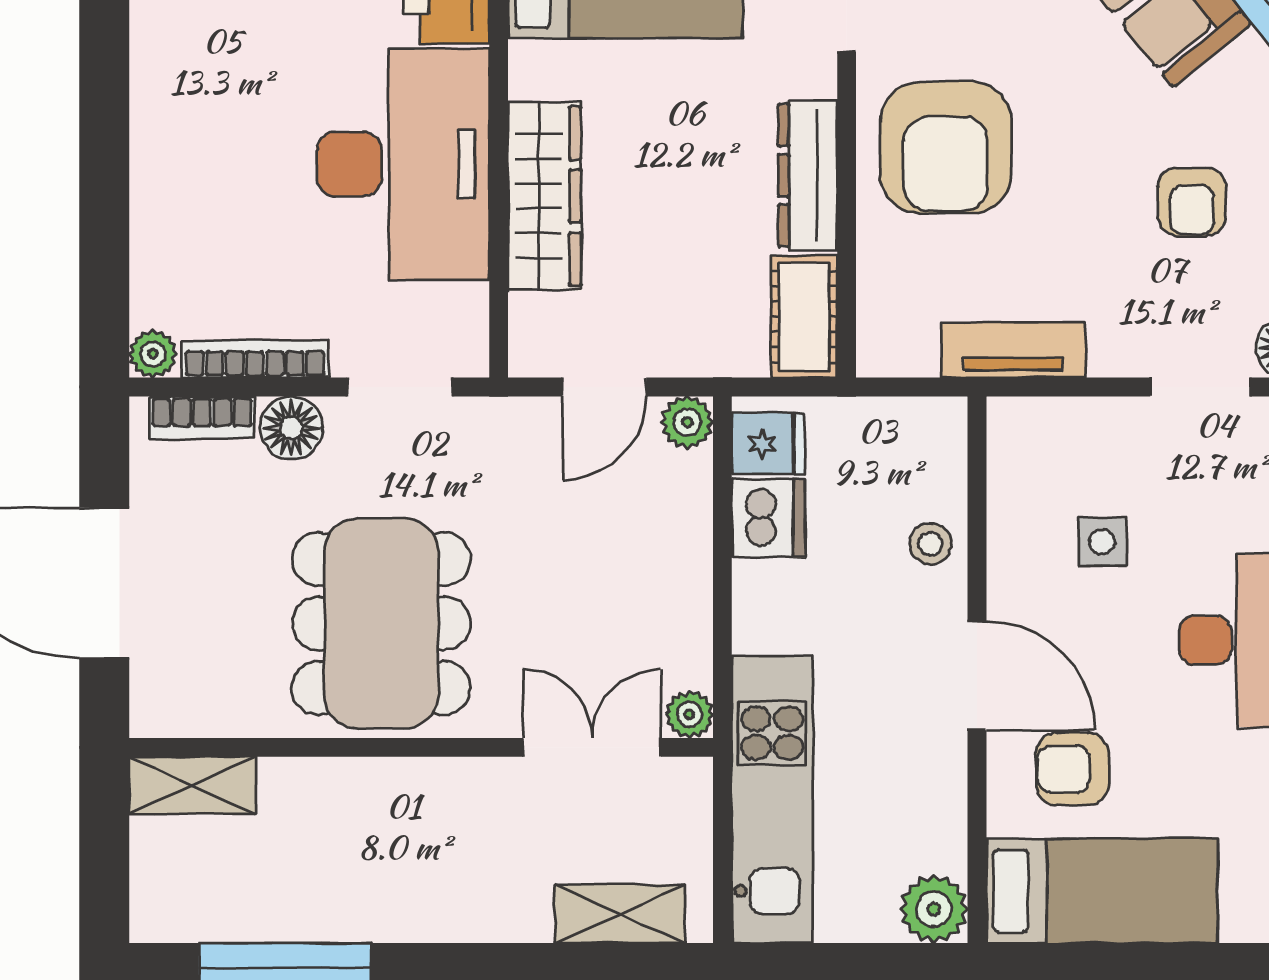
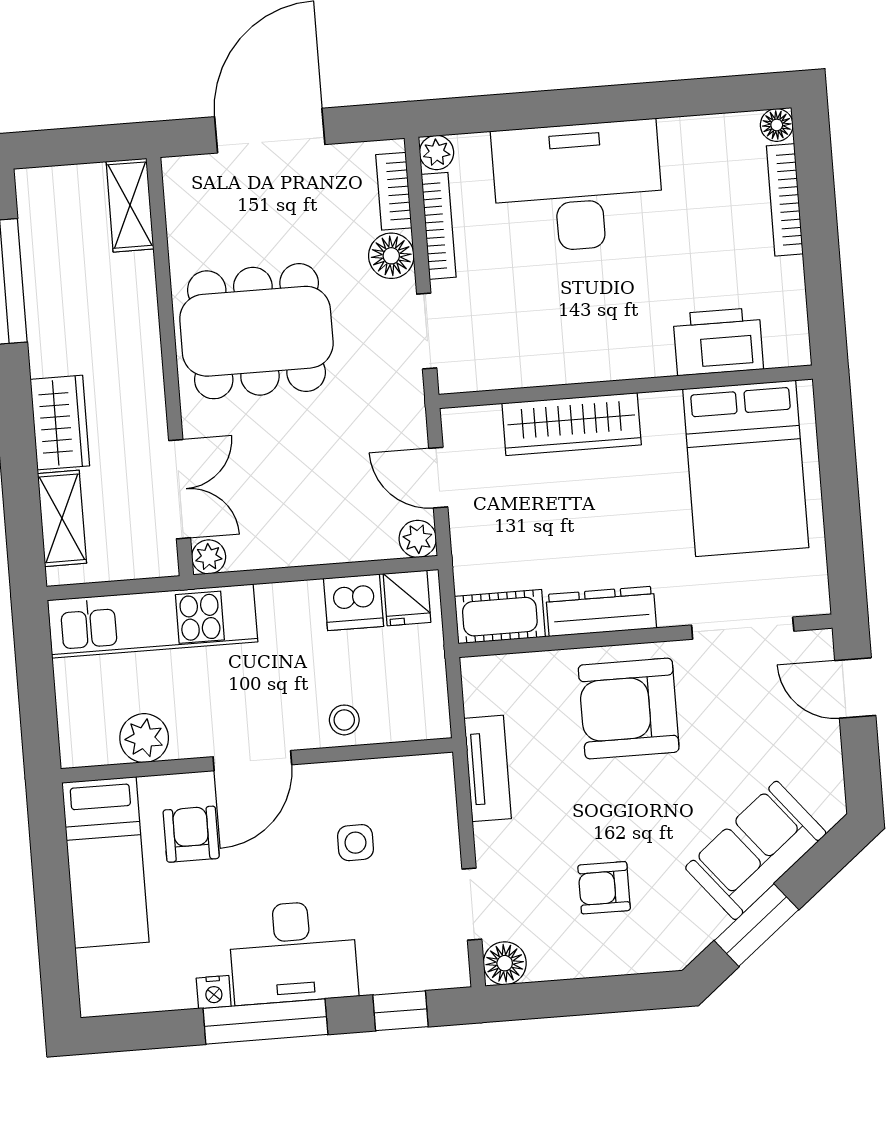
desk: (403, 164) -> (578, 187), moved, turned 180
wardrobe: (487, 906) -> (60, 423), added
plant: (934, 909) -> (144, 738), moved

